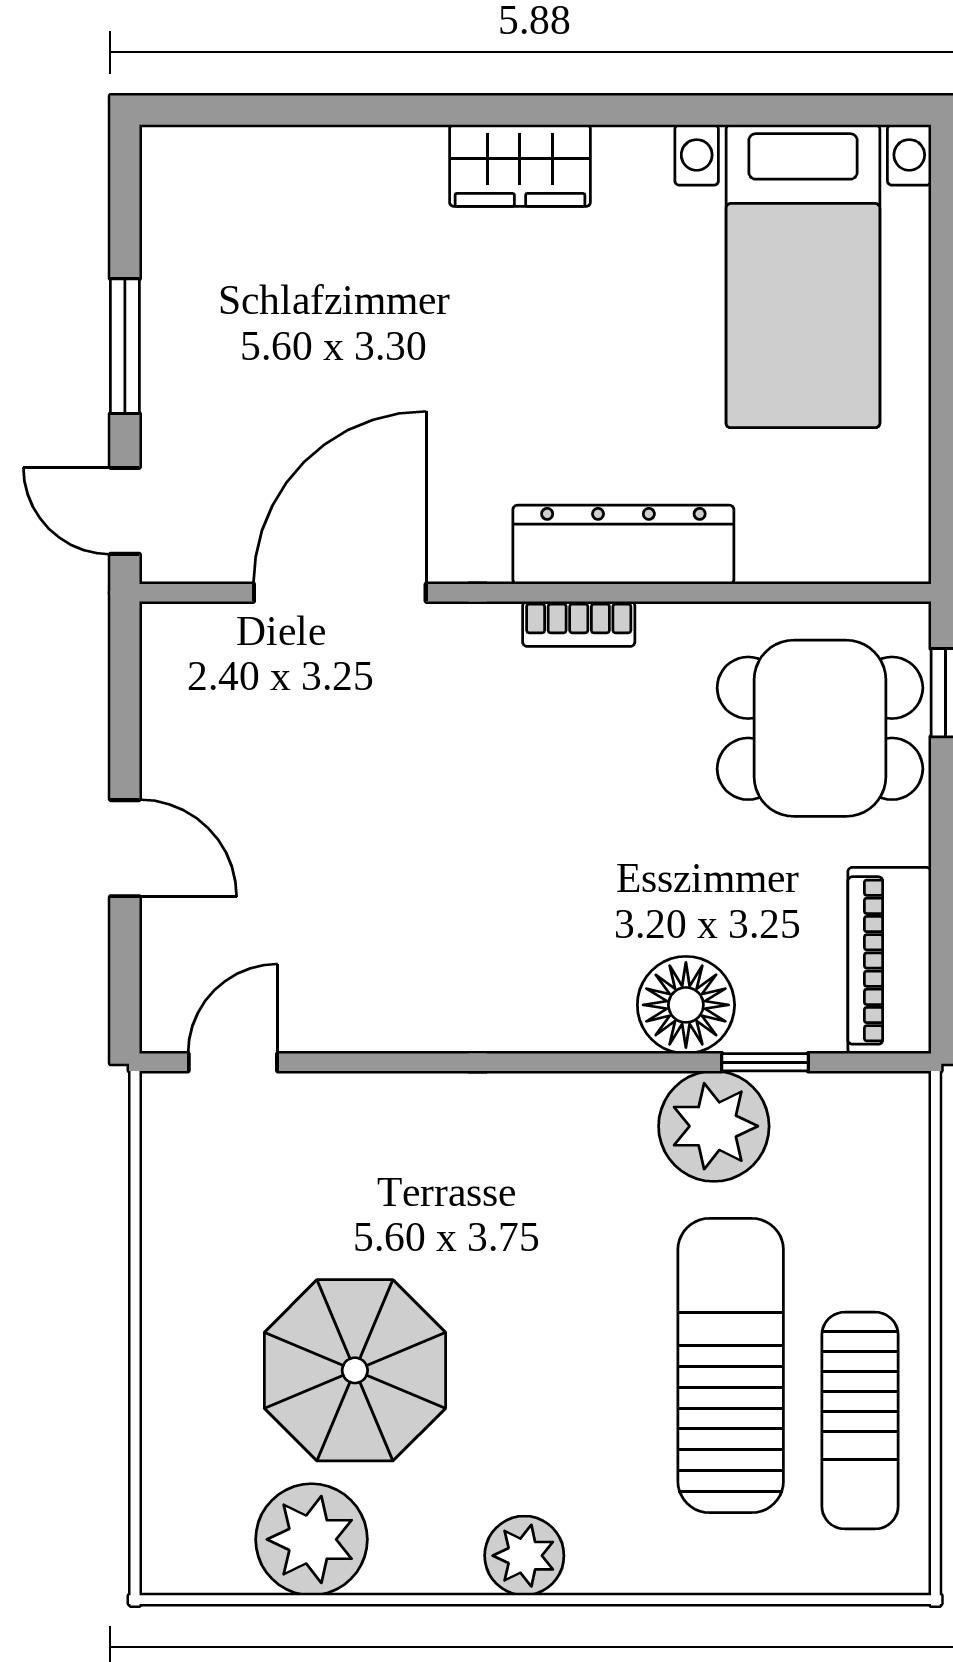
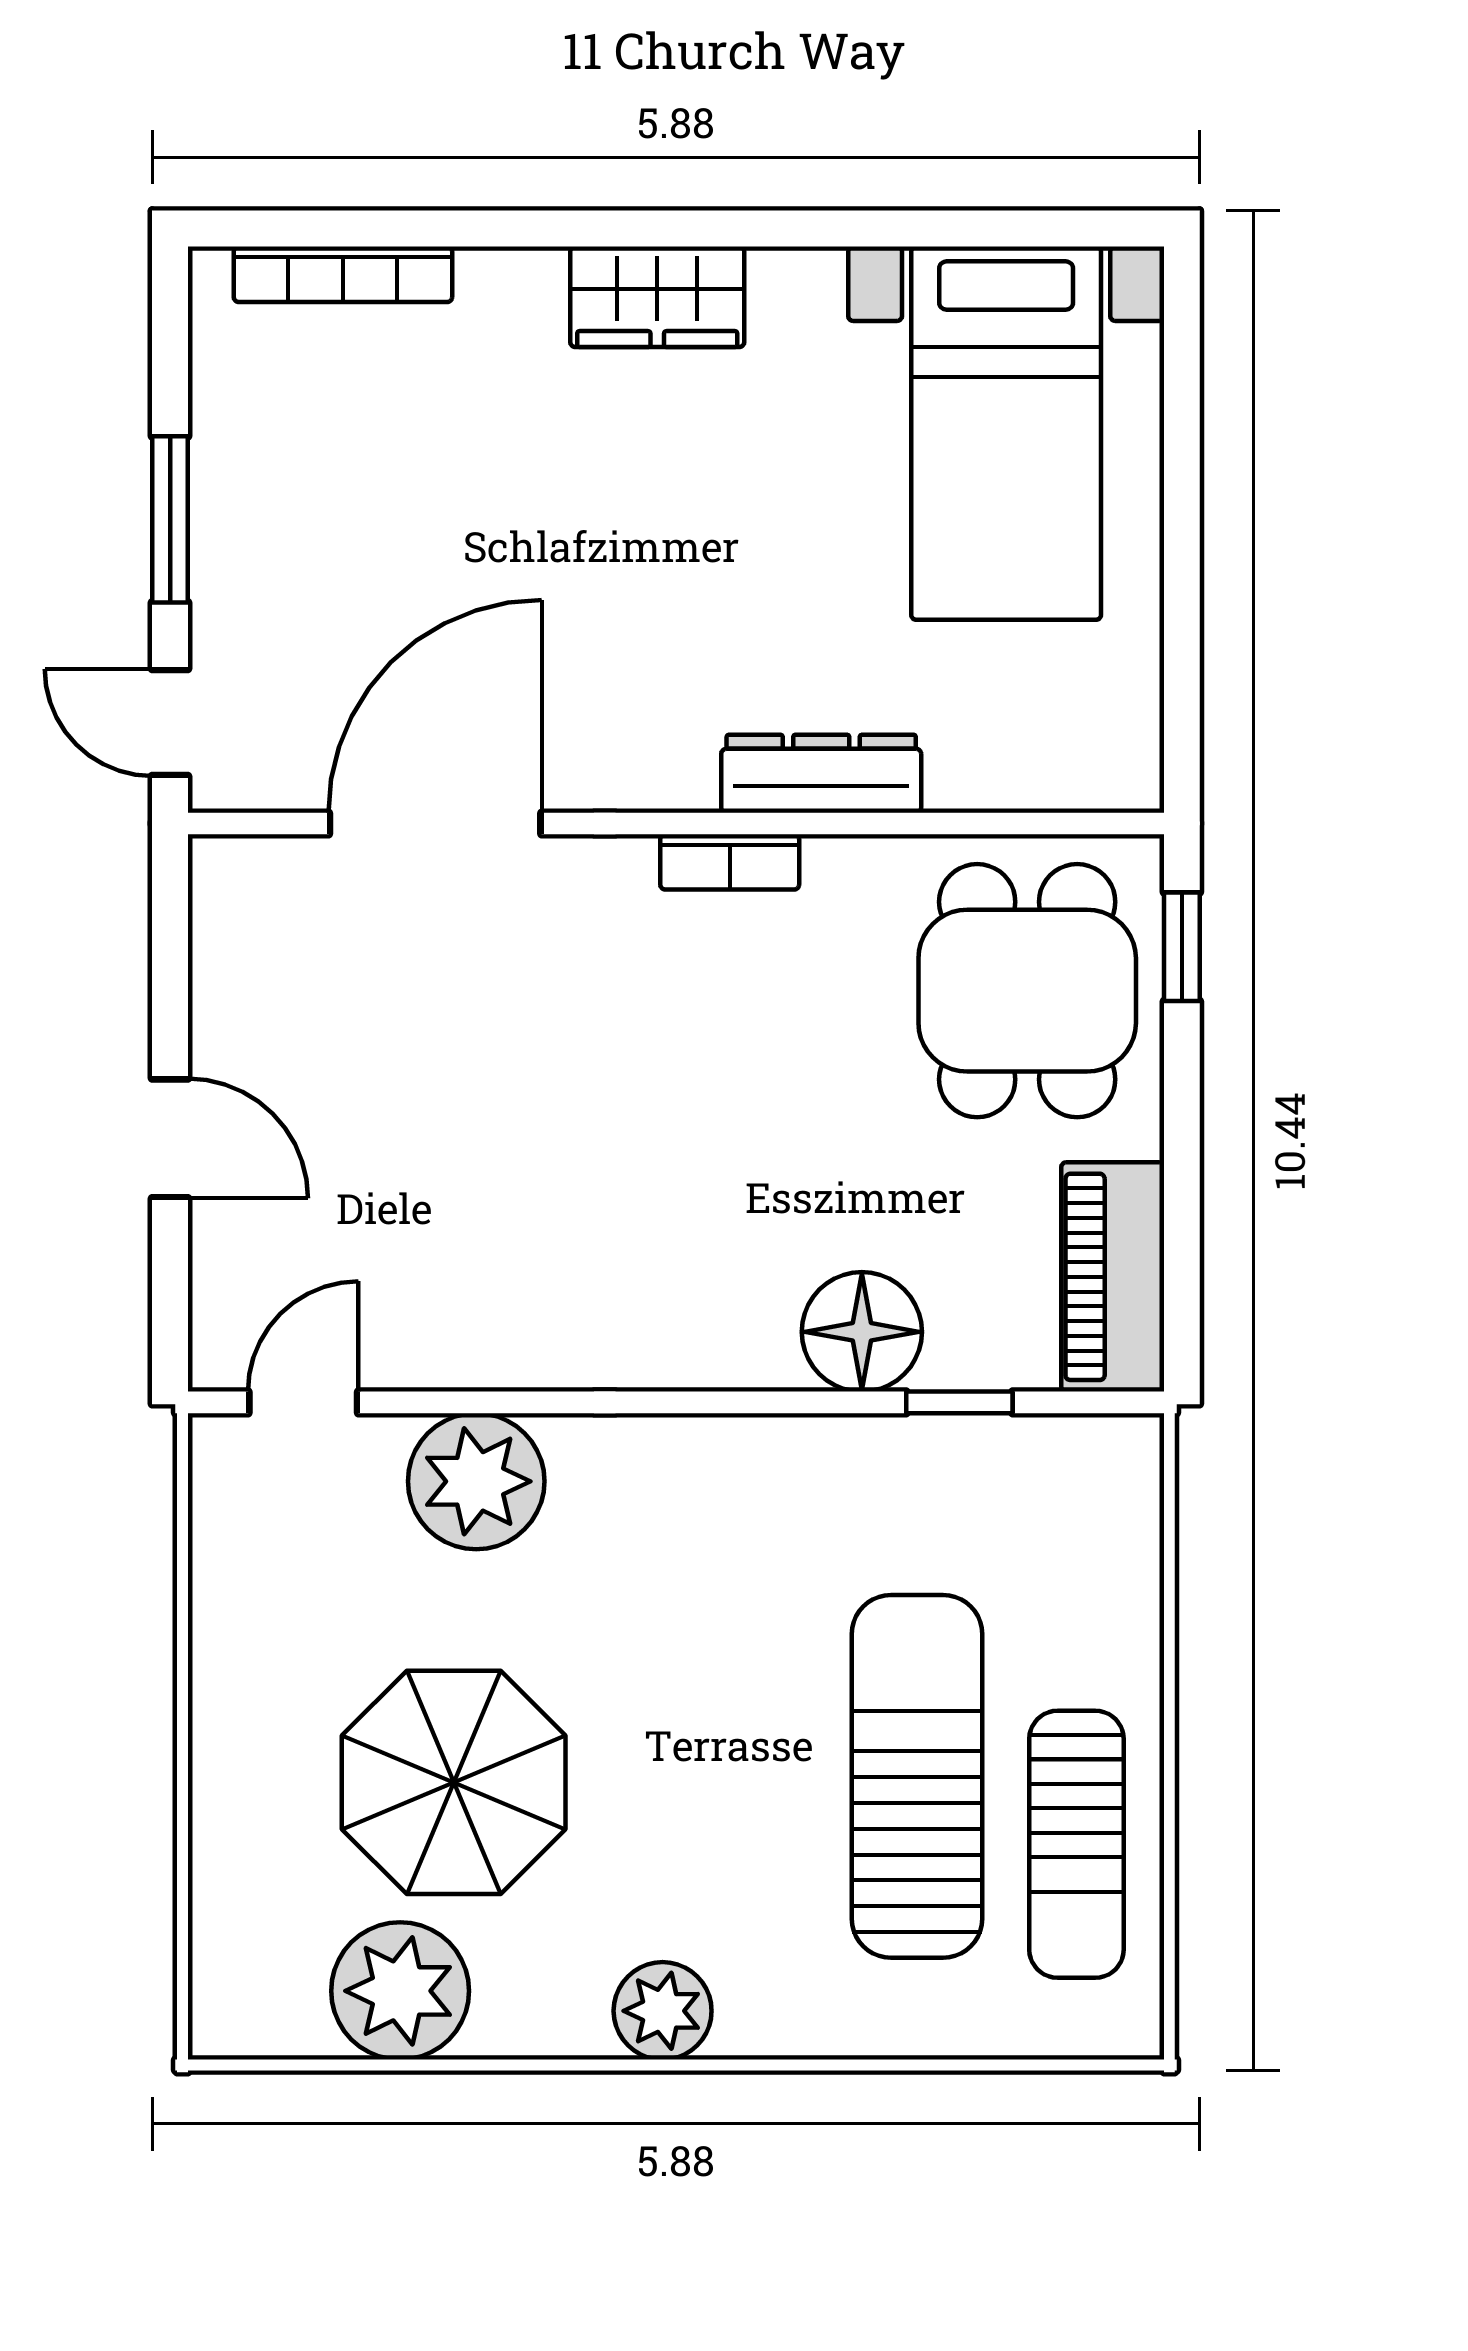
bookcase: (265, 147) -> (343, 274), added
dresser: (623, 545) -> (821, 774), width x0.73, depth x0.80
dining table: (820, 728) -> (1027, 991), turned 90
plant: (714, 1126) -> (476, 1481), moved

